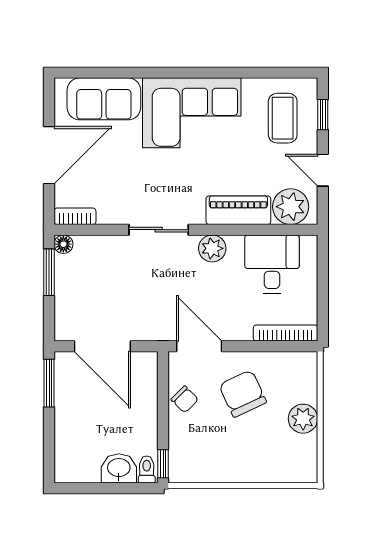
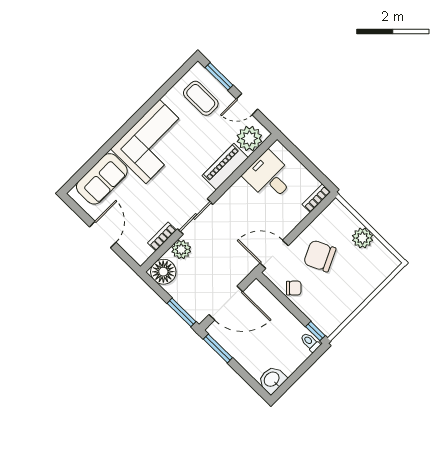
window: (323, 115) -> (219, 76), width x1.50
door: (49, 155) -> (103, 235), width x0.73
bookcase: (75, 216) -> (162, 237), moved
floor lamp: (63, 244) -> (163, 272), width x1.89, depth x1.89
plant: (212, 248) -> (181, 249), moved
window: (49, 272) -> (182, 312), moved
bookcase: (286, 333) -> (316, 198), width x0.64
washbasin: (119, 468) -> (272, 380), moved

